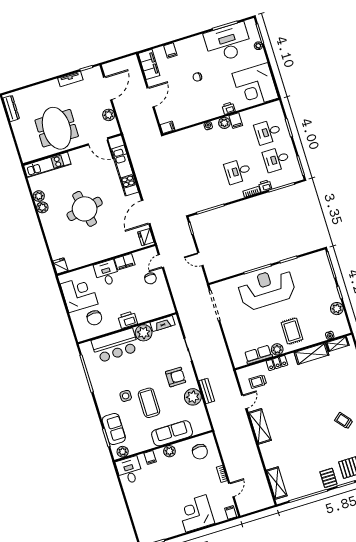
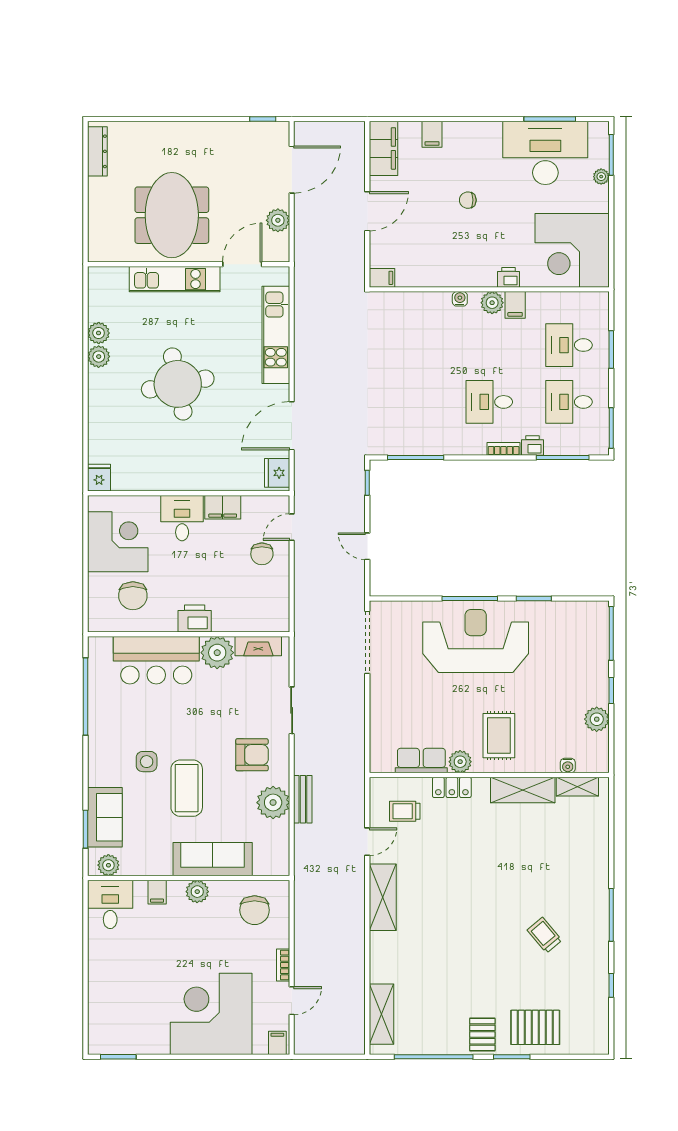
tv unit: (70, 79) -> (227, 130), removed
door: (98, 141) -> (242, 264), swing flipped
kitchen unit: (47, 165) -> (175, 279), moved
corner desk: (196, 513) -> (211, 1014), width x1.36, depth x1.36

